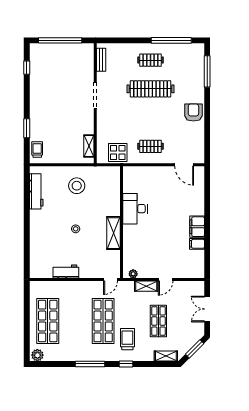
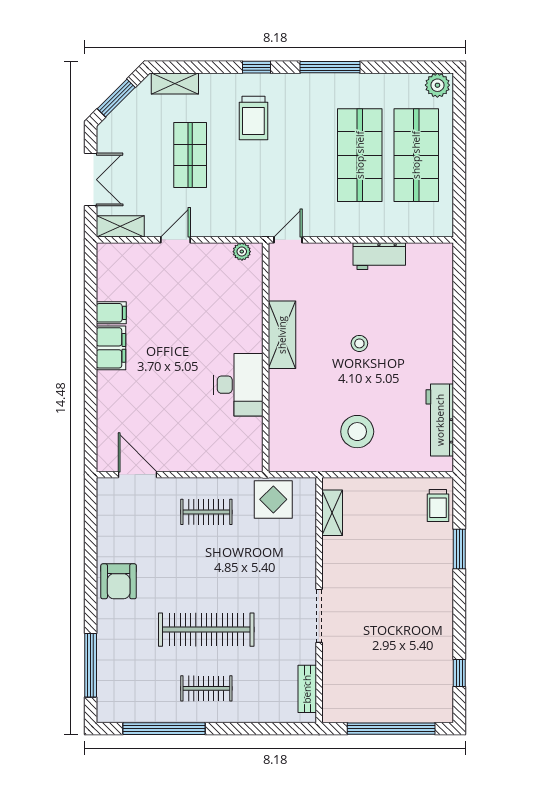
shelving: (146, 286) -> (120, 226), moved
shop shelf: (103, 321) -> (360, 155), moved

